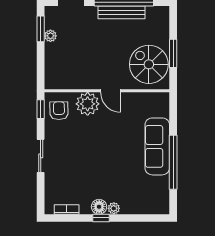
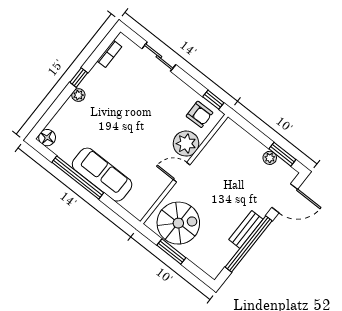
bench: (121, 12) -> (246, 229), width x0.73
sliding door: (41, 156) -> (159, 57), moved
floor lamp: (99, 207) -> (47, 138), moved

